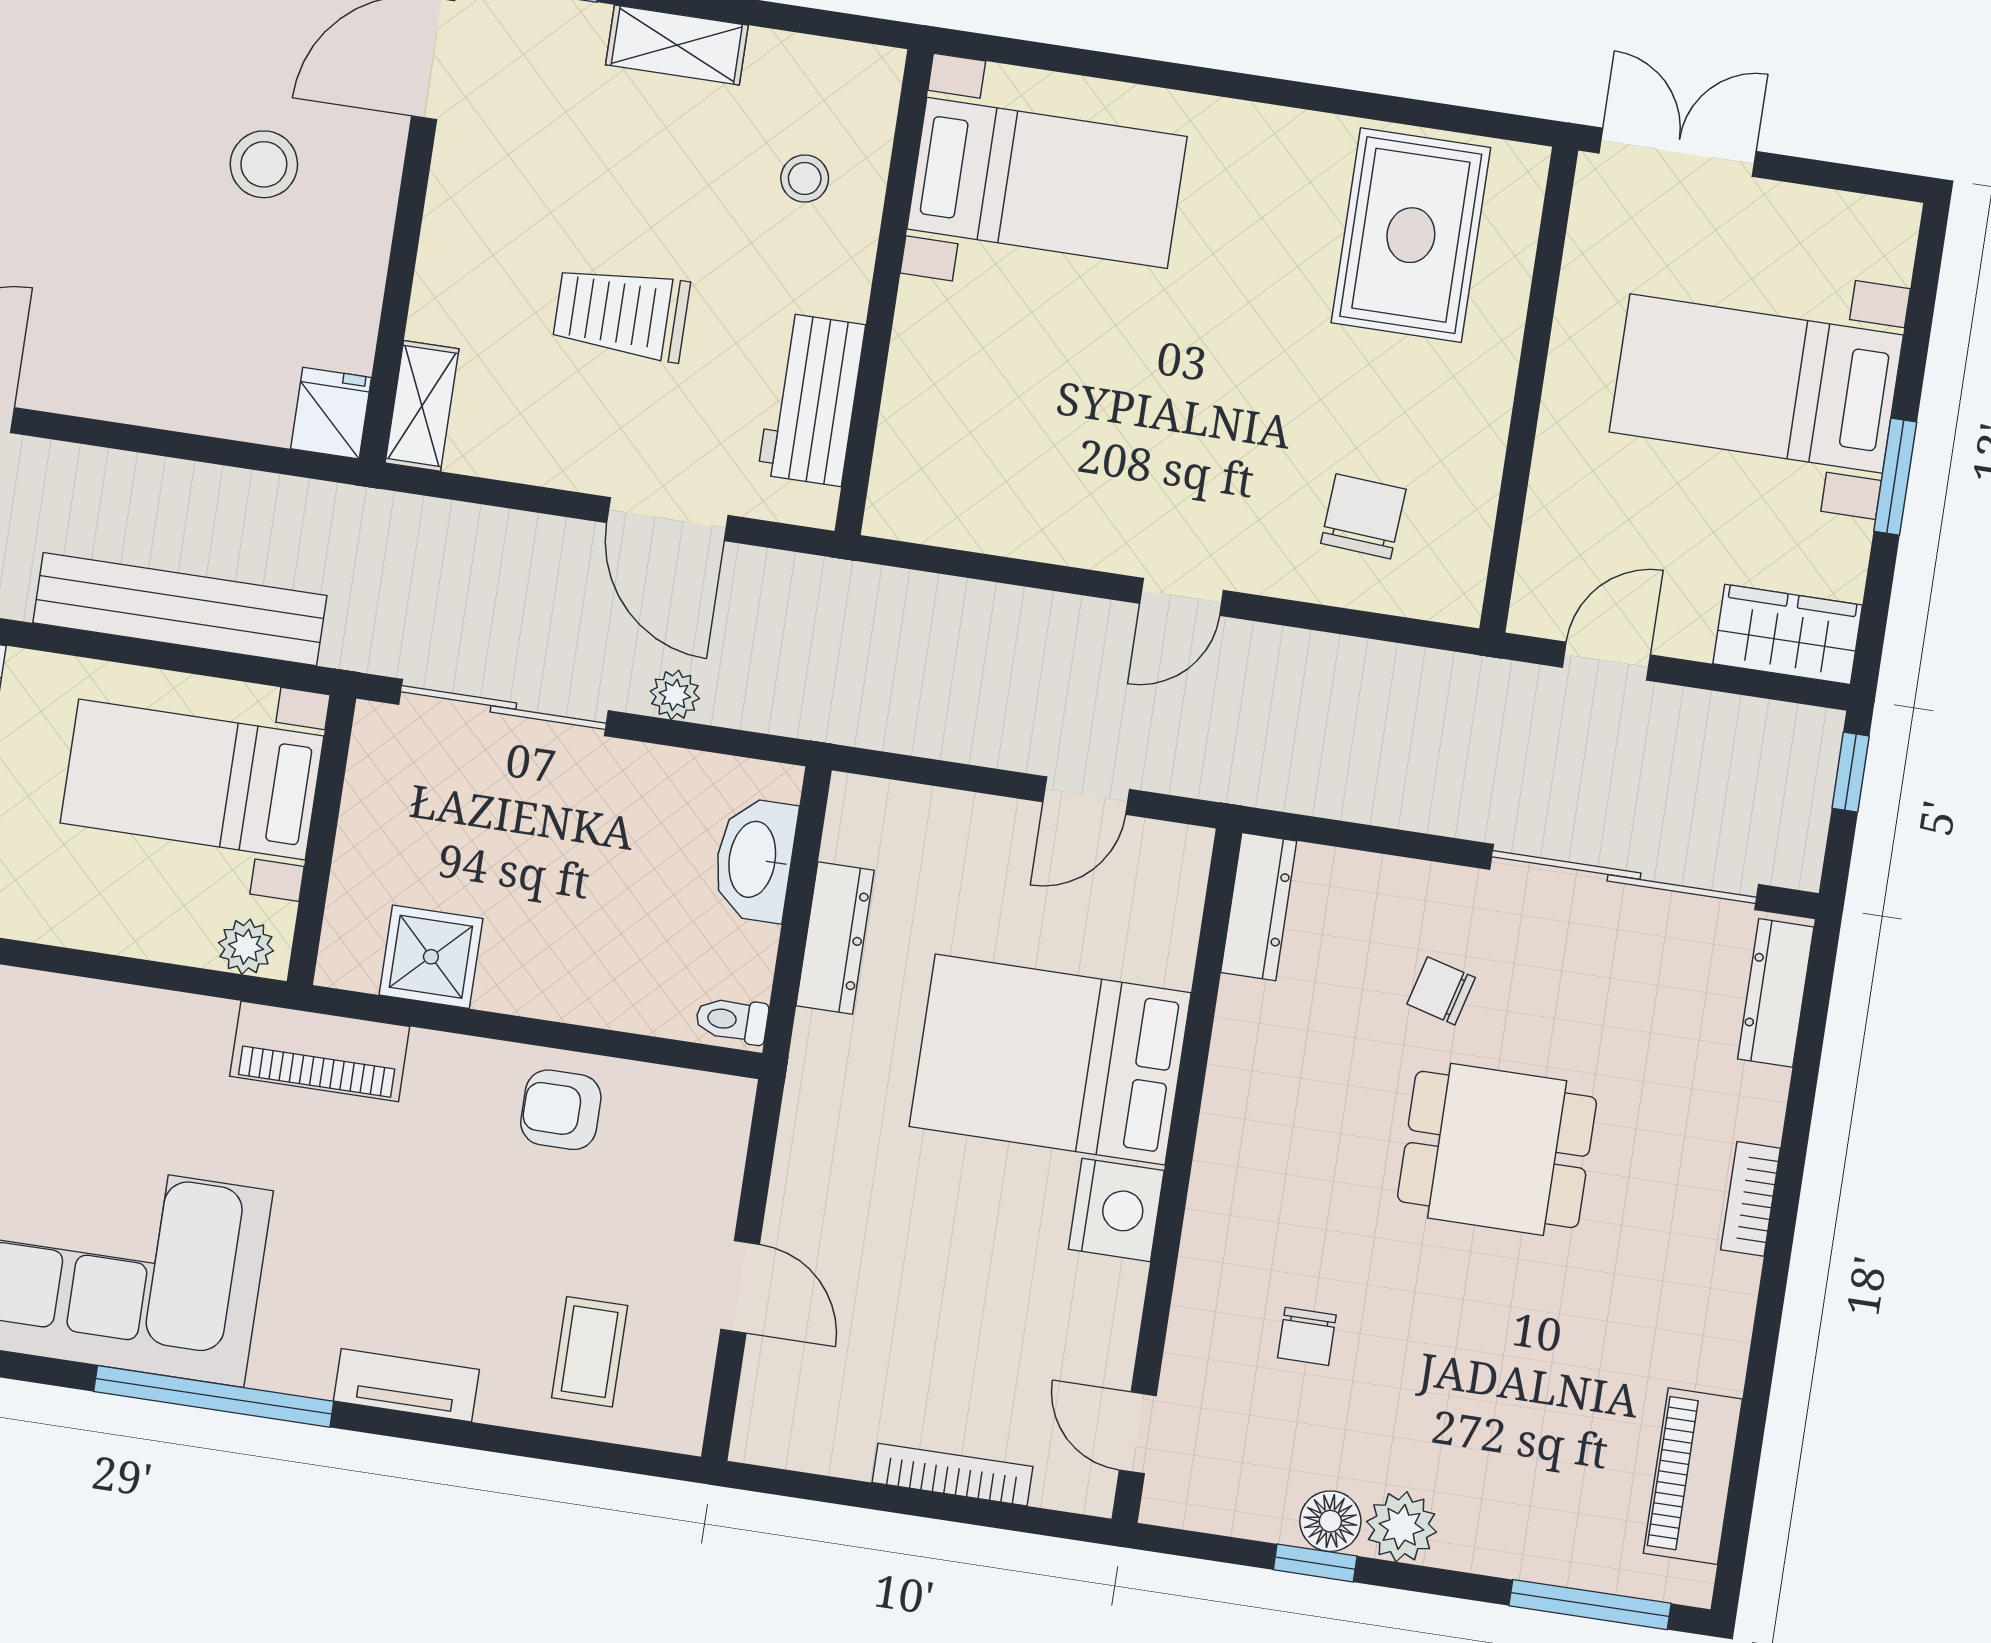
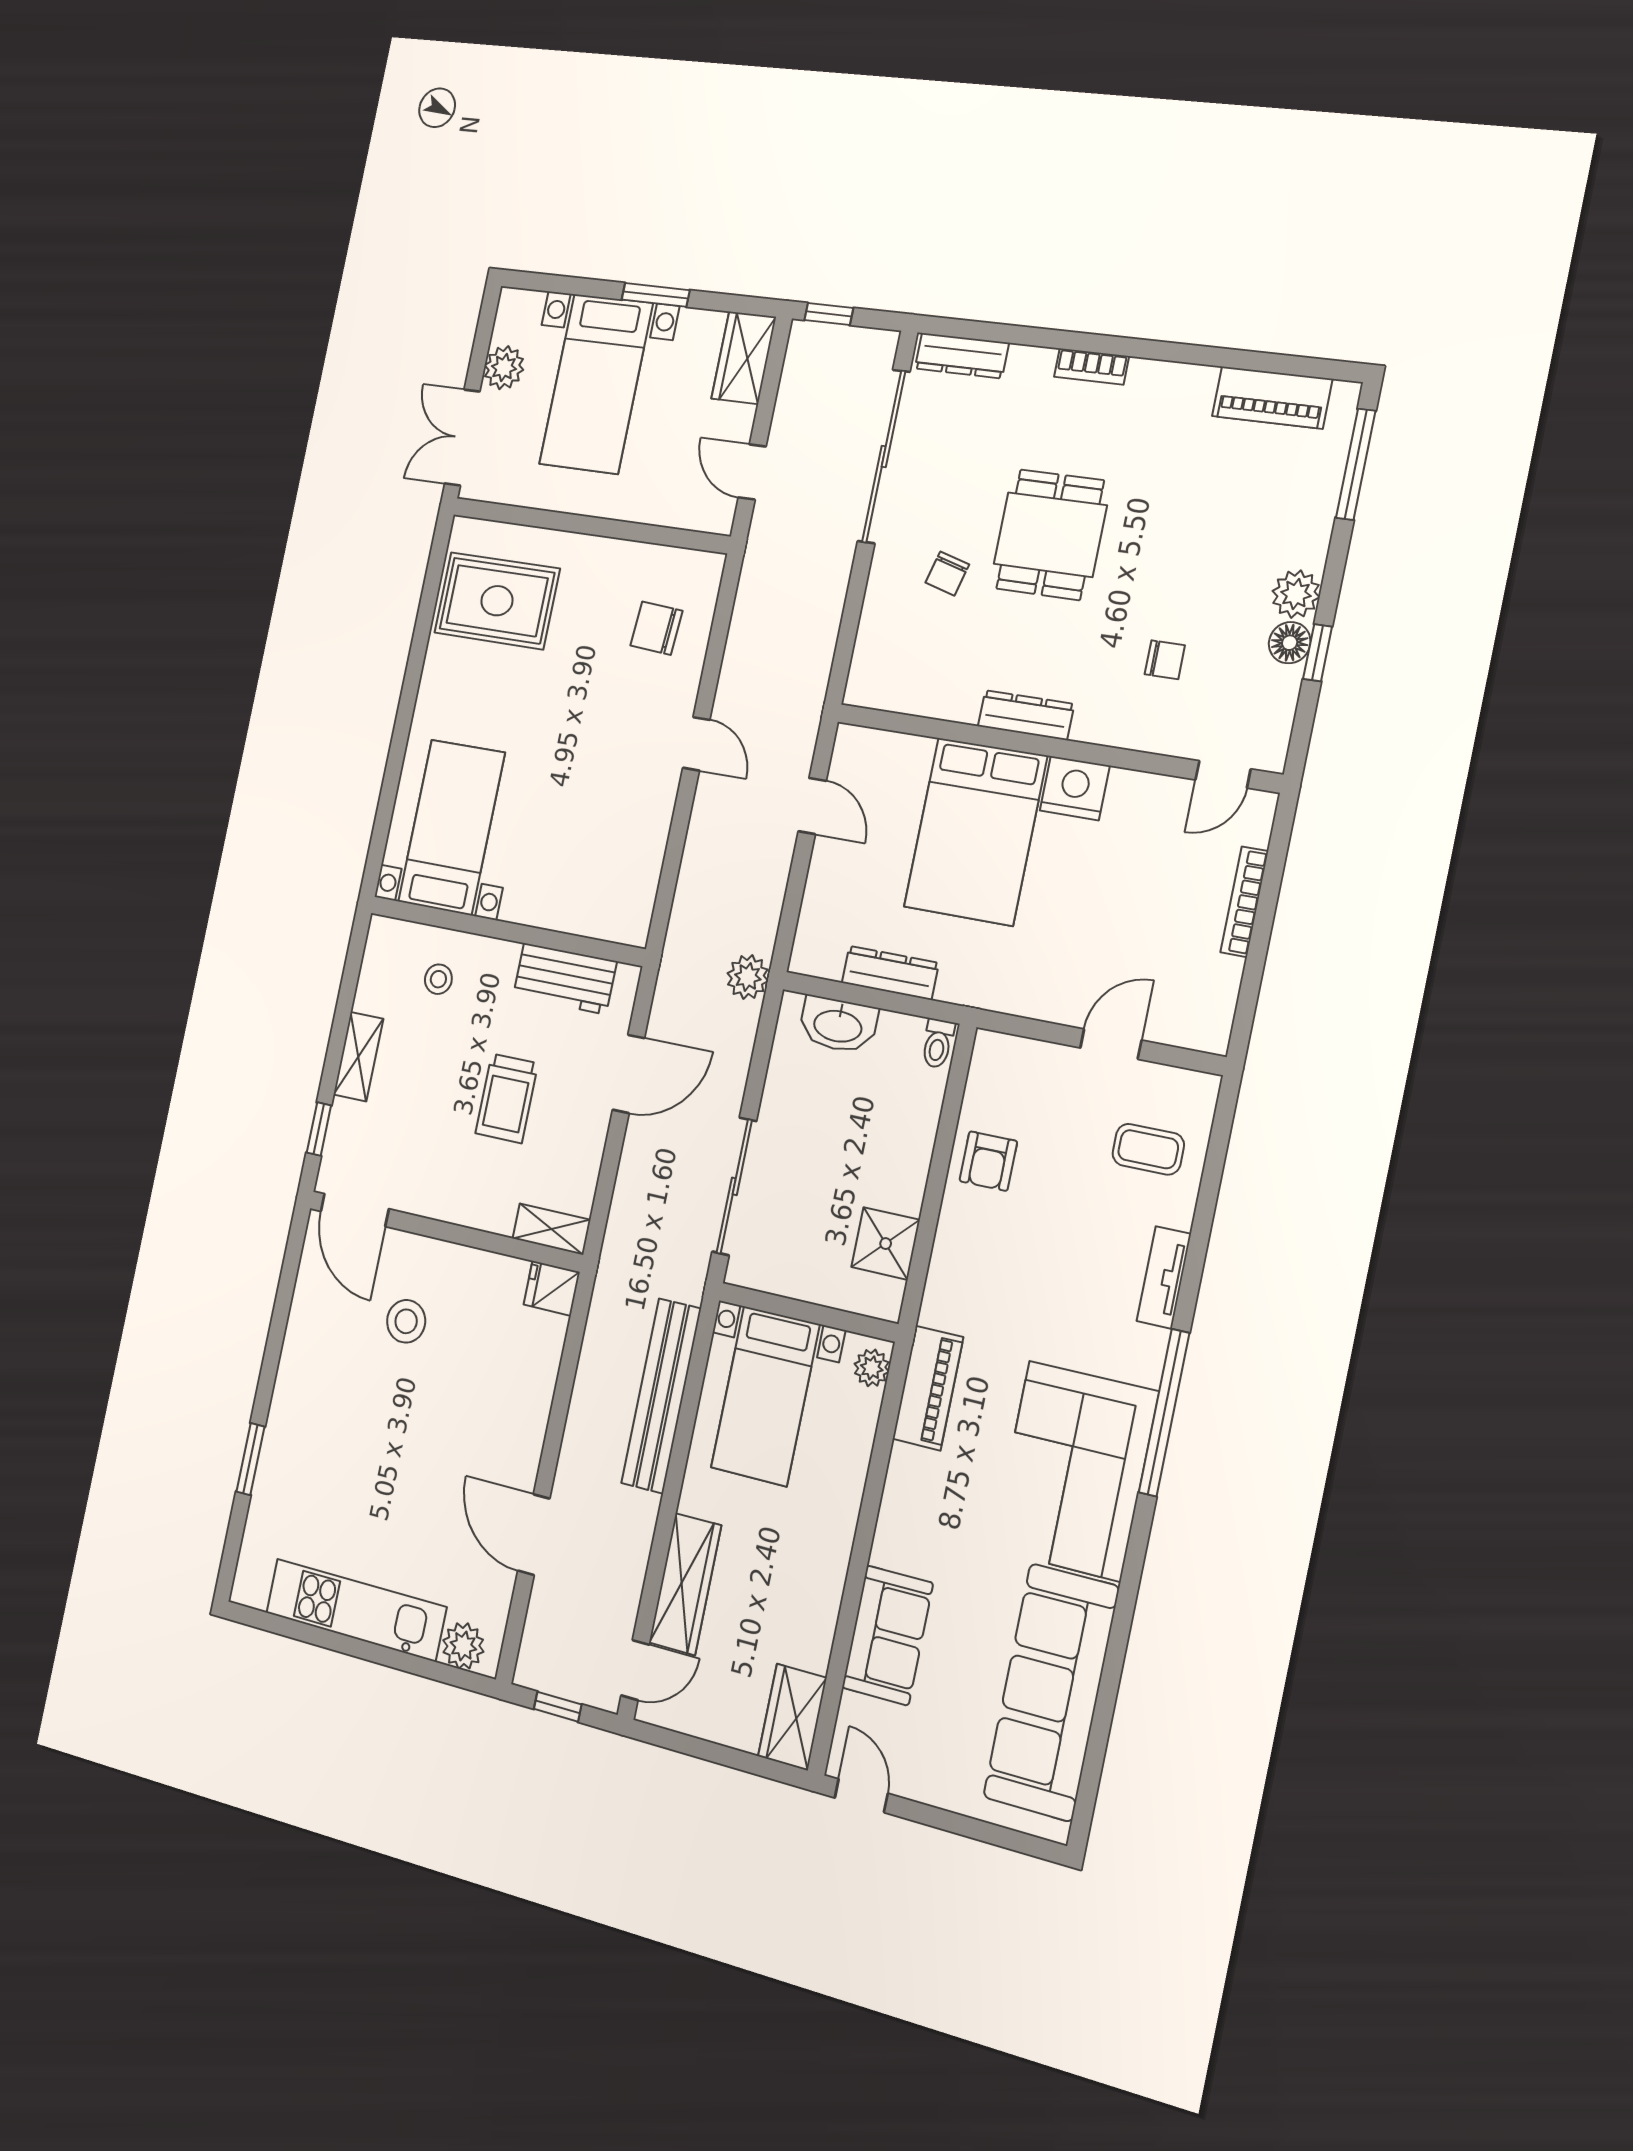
plant: (1789, 218) -> (504, 368), added
plant: (675, 695) -> (748, 977), moved, width x1.38, depth x1.38
dresser: (1259, 907) -> (1026, 715), moved
piano: (320, 1051) -> (928, 1388), moved

